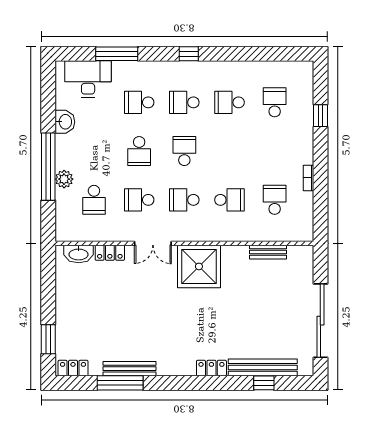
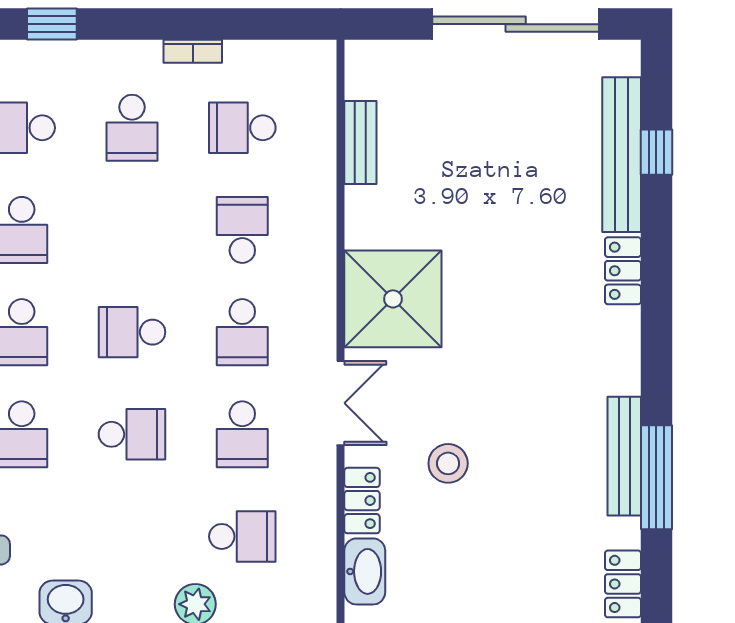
school desk: (275, 151) -> (132, 128), added
stool: (126, 291) -> (448, 463), added

